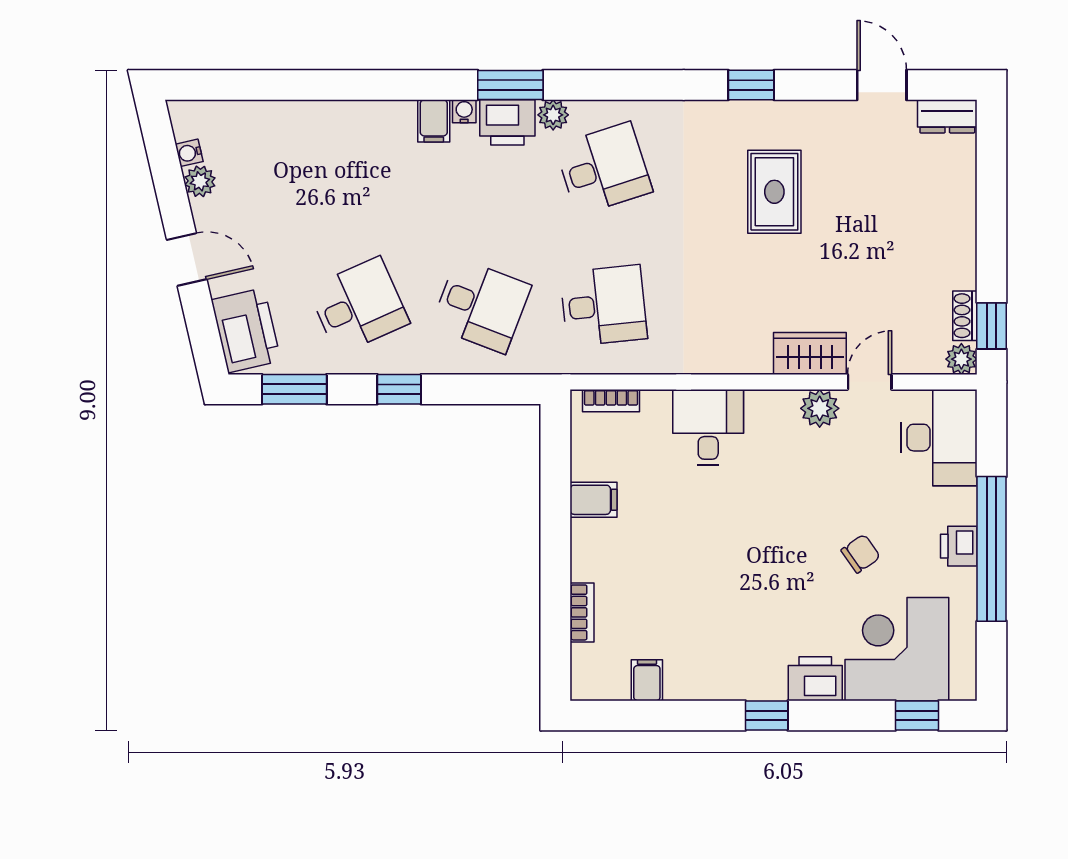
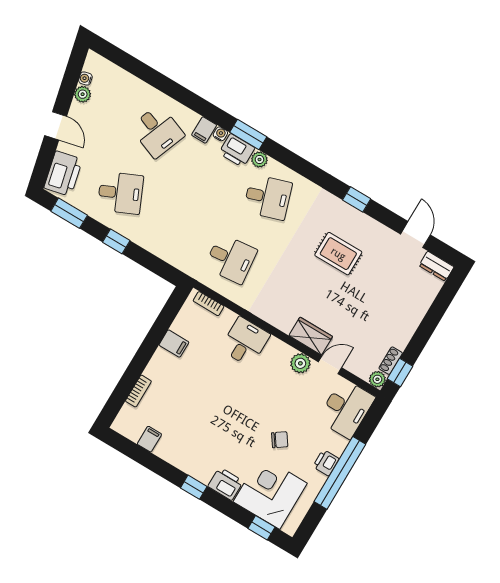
rug: (774, 192) -> (338, 254), turned 90
desk: (481, 306) -> (157, 131), moved

